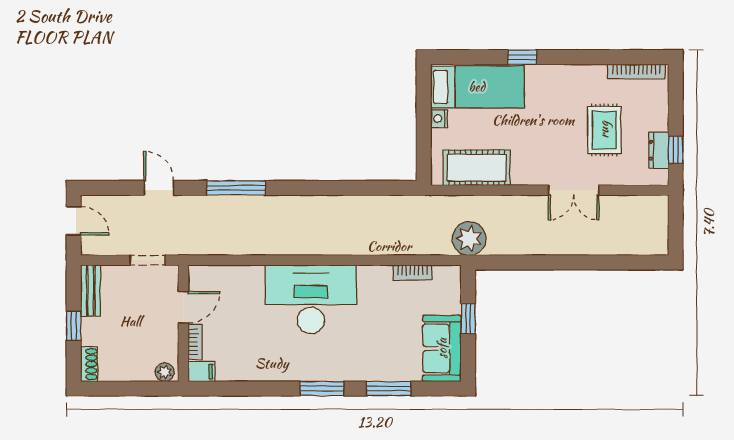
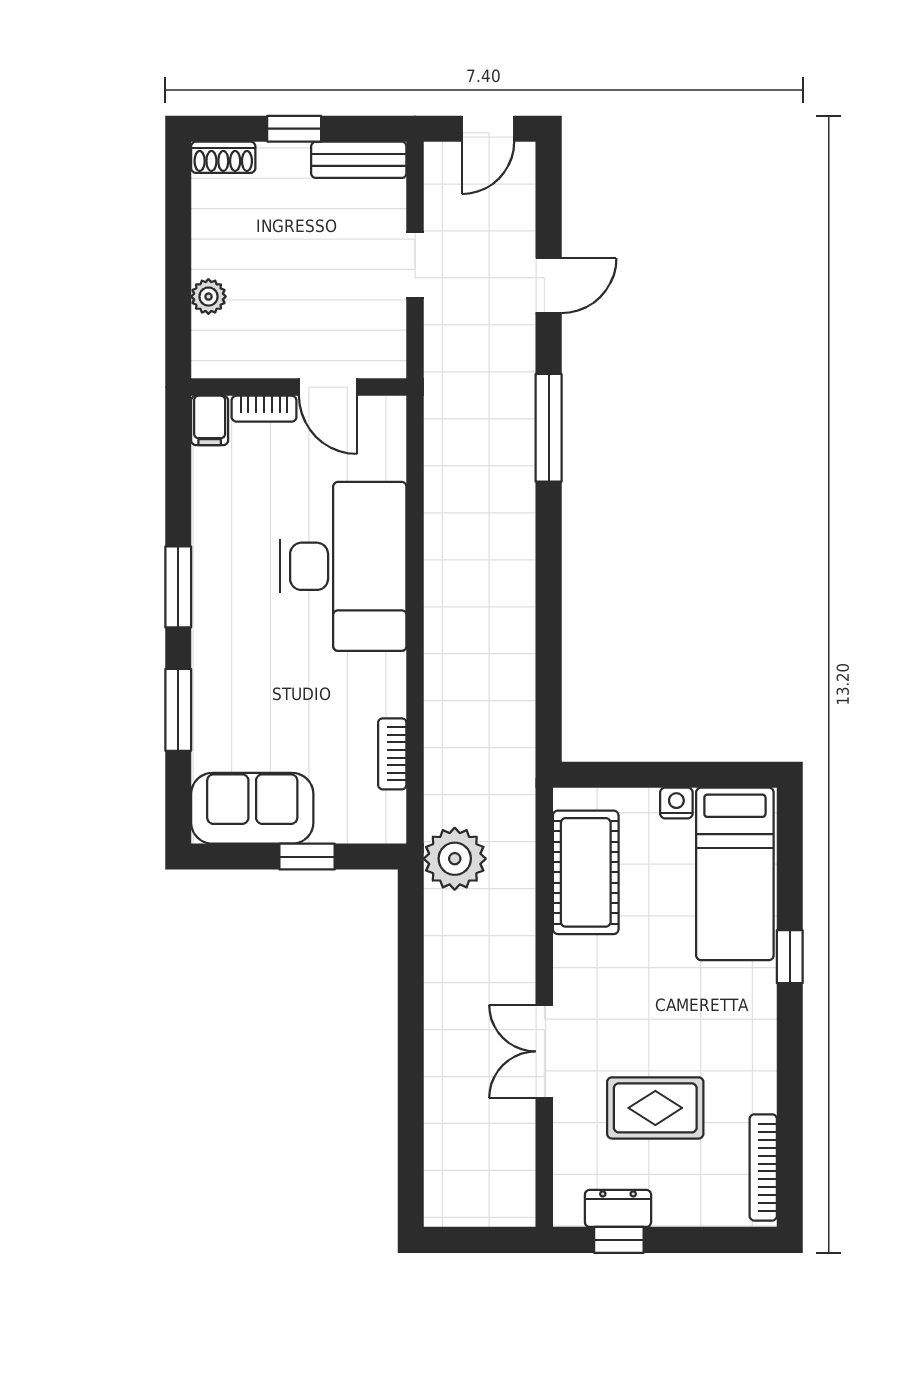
door: (183, 307) -> (328, 387), moved
wall: (183, 323) -> (299, 387), moved
bookcase: (195, 342) -> (264, 409), moved
filing cabinet: (201, 371) -> (210, 420), moved

